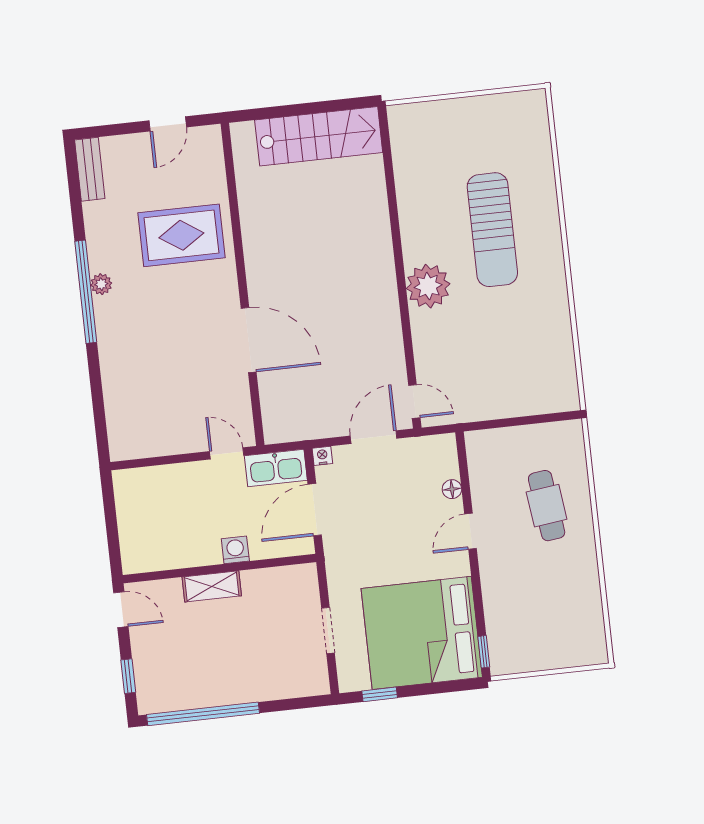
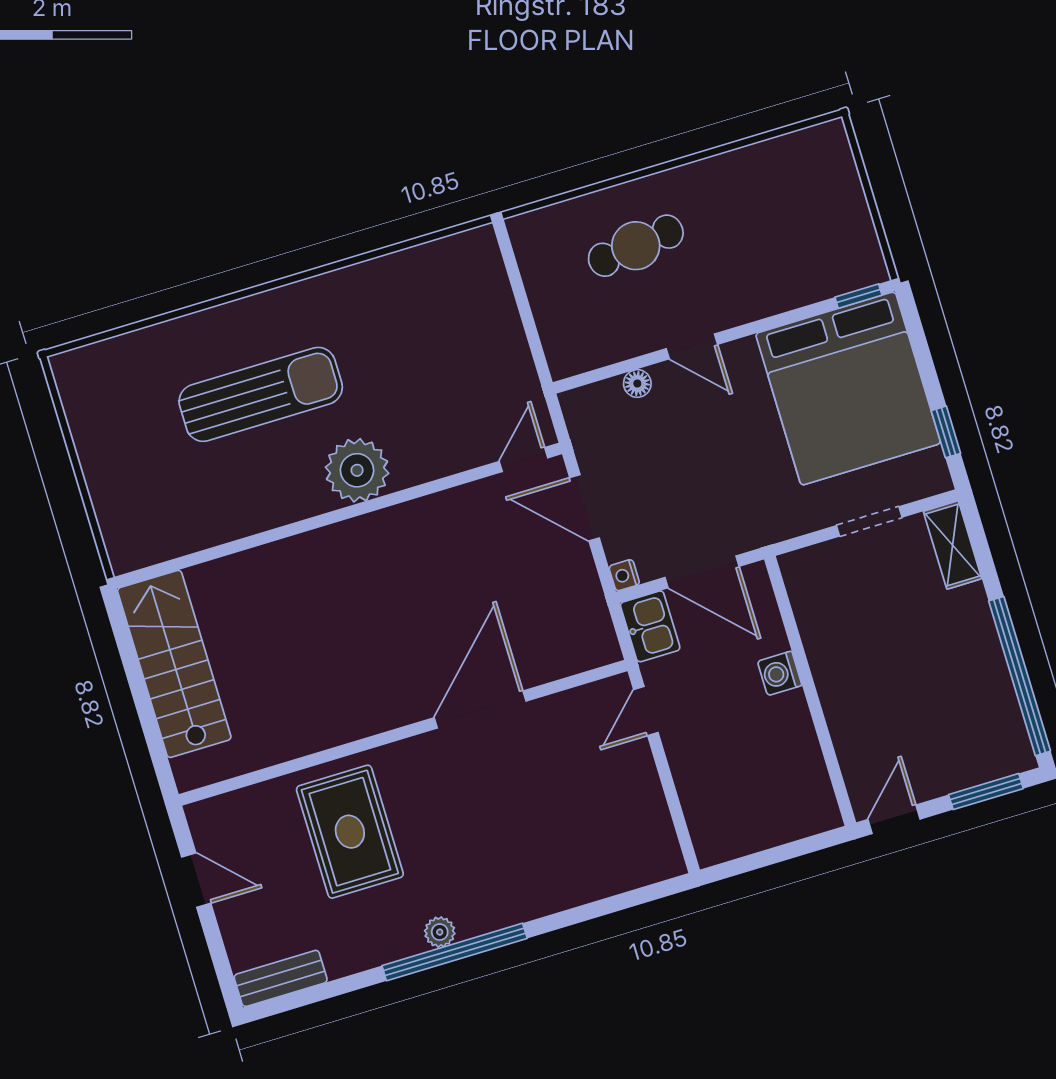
kitchen sink: (276, 468) -> (650, 626), width x0.73
shelving: (212, 586) -> (953, 545), moved
window: (128, 676) -> (986, 792), width x1.50

